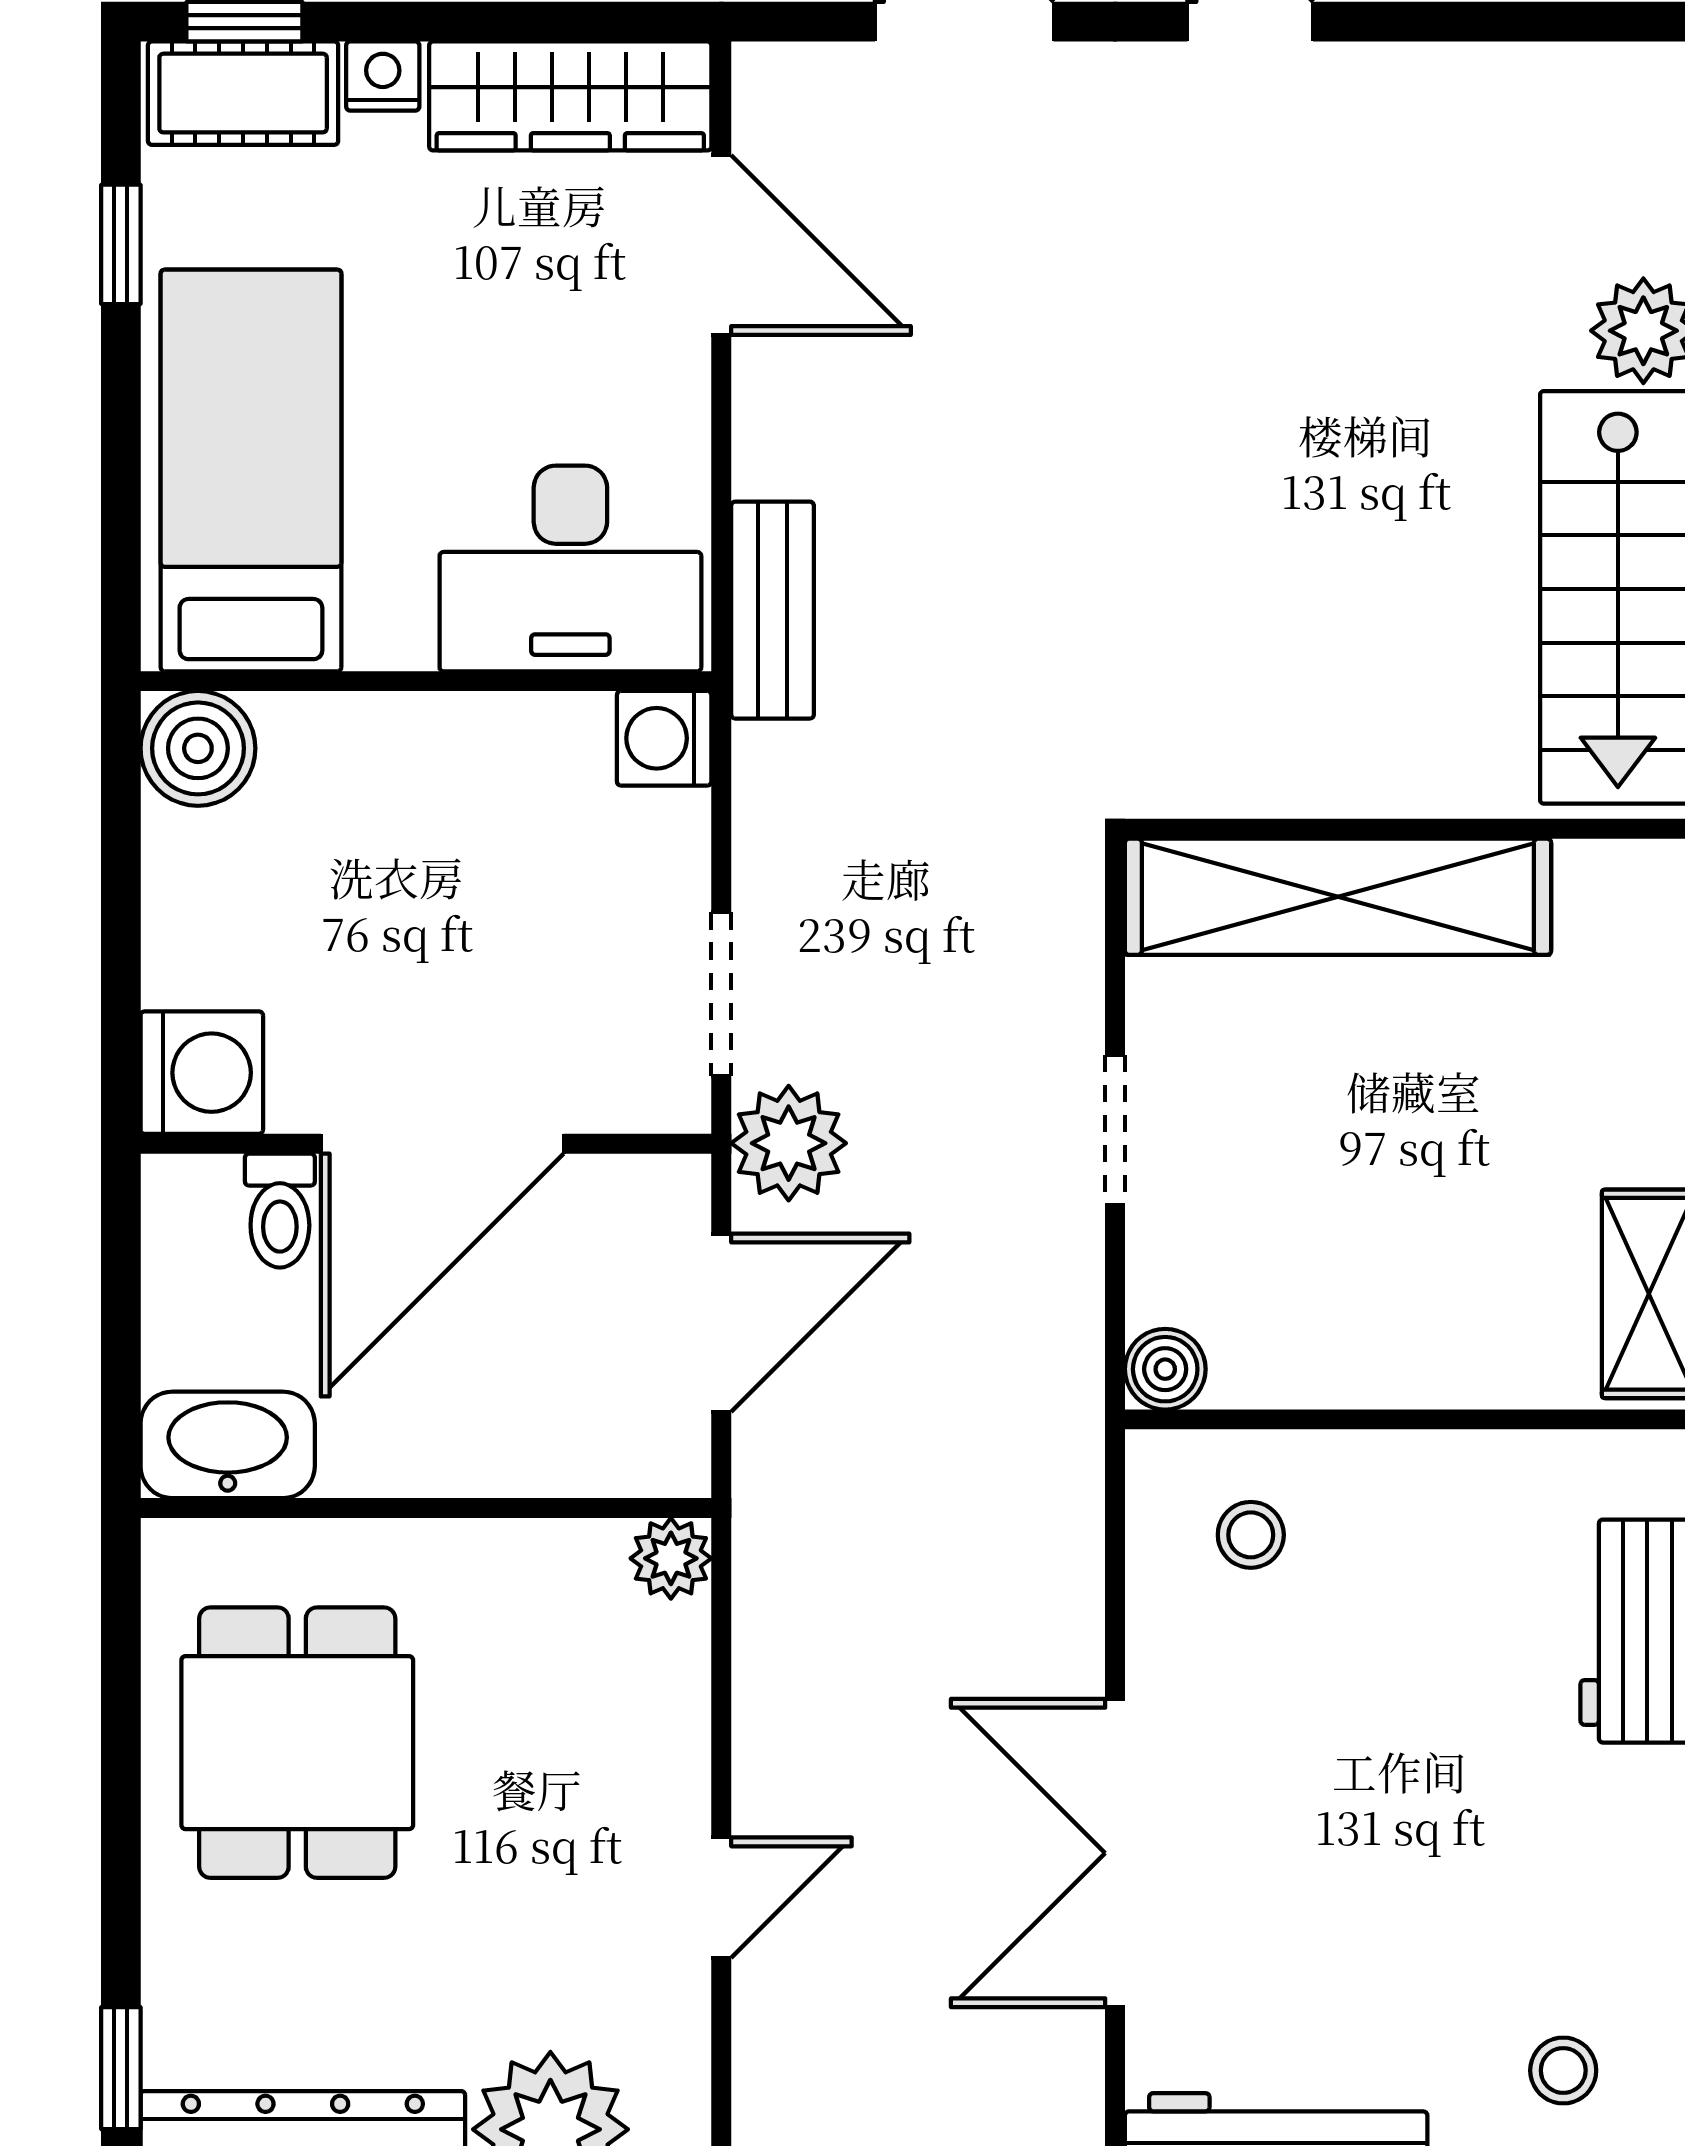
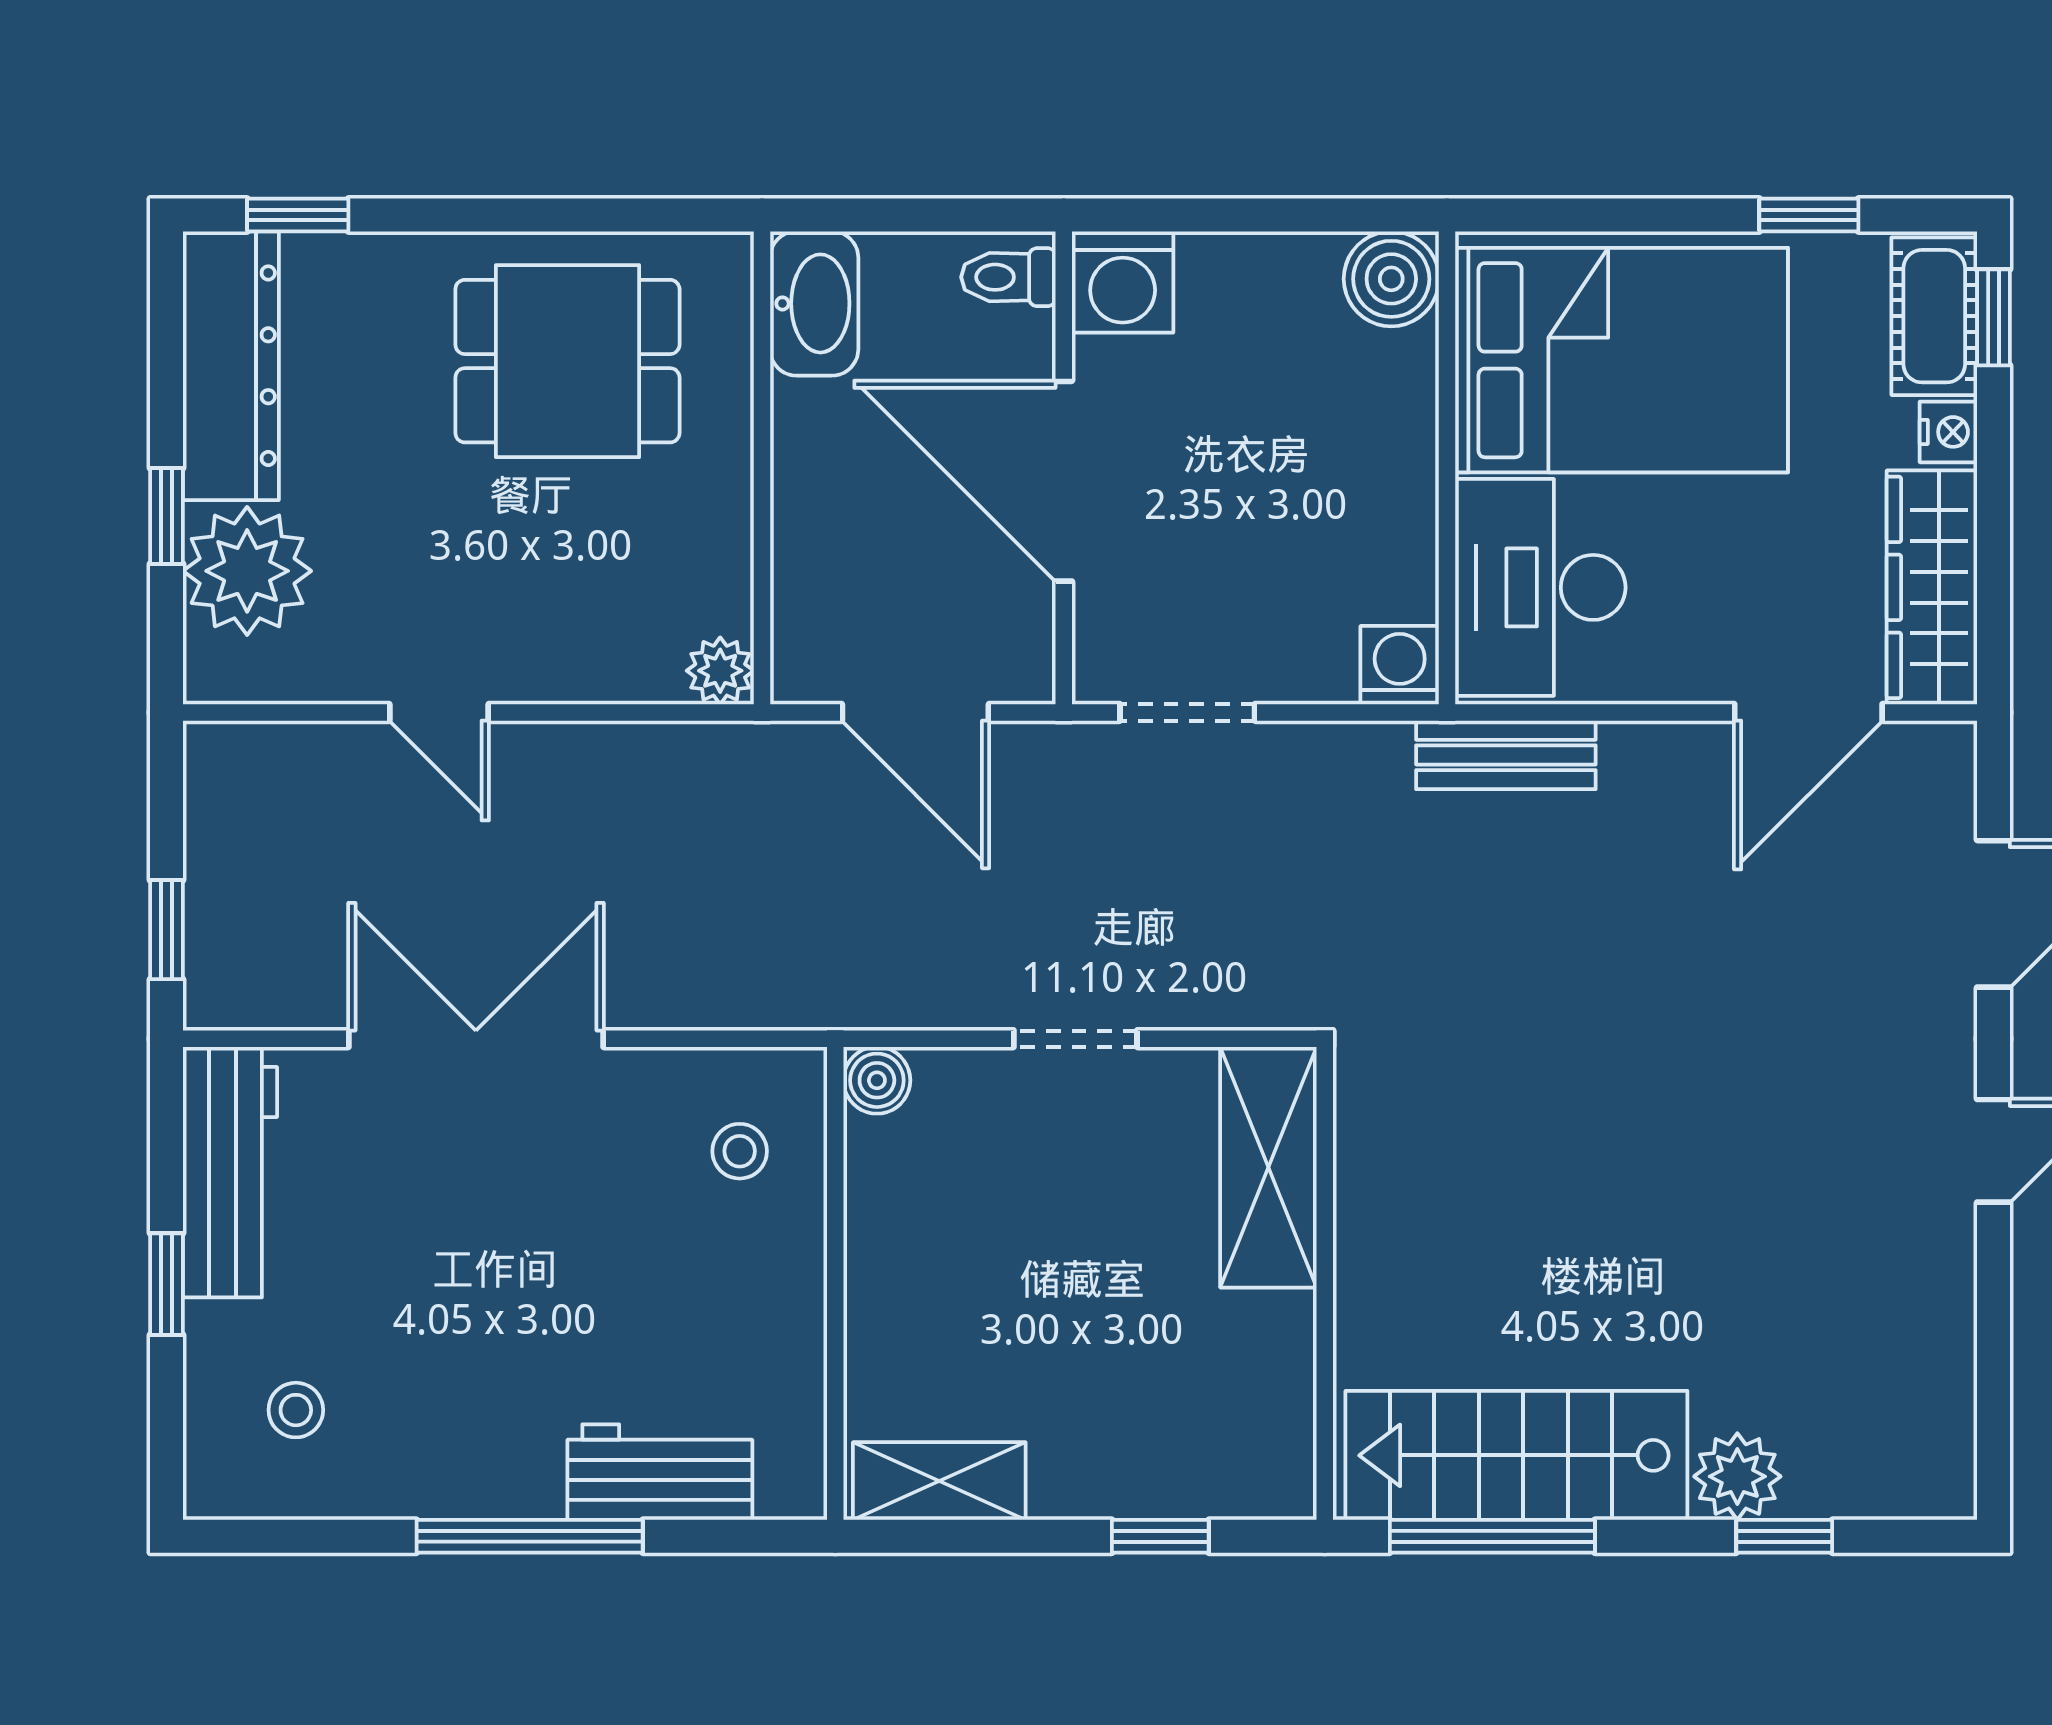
bed: (251, 470) -> (1622, 360), width x1.50
shelving: (1338, 897) -> (1268, 1167), width x0.68
plant: (789, 1143) -> (1064, 768), removed
toilet: (280, 1211) -> (1008, 277), moved

